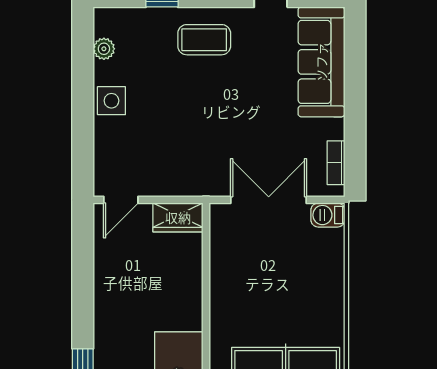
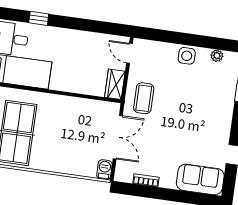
coffee table: (204, 40) -> (144, 98), moved
sofa: (321, 62) -> (200, 179), width x0.73
bookcase: (336, 163) -> (146, 180), moved

